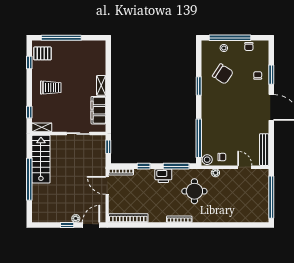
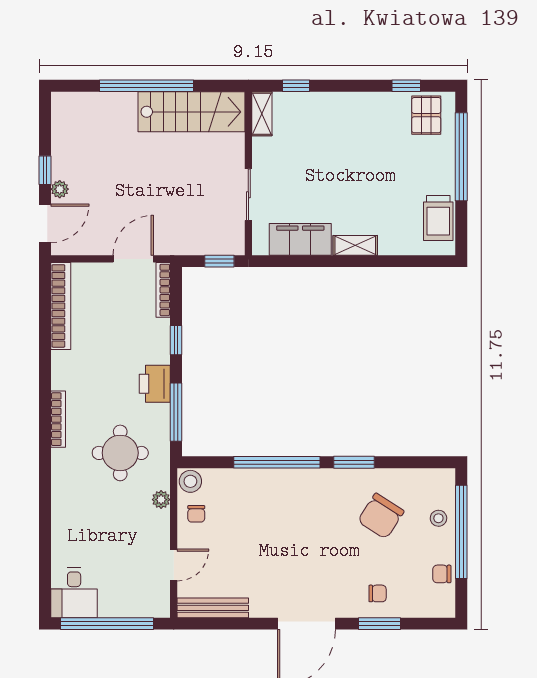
trolley: (51, 88) -> (438, 218), moved
window: (199, 138) -> (277, 462), moved
desk: (257, 212) -> (74, 593), added
door: (91, 225) -> (45, 223), hinge flipped

